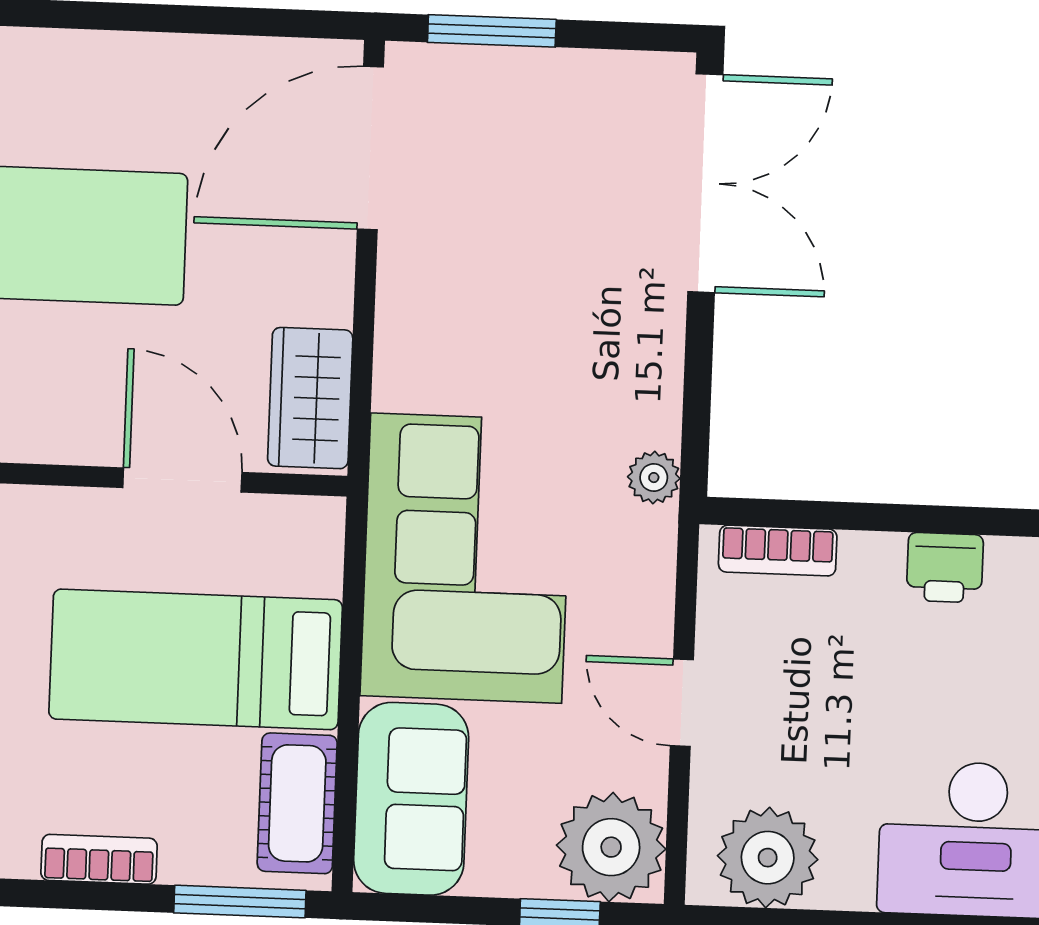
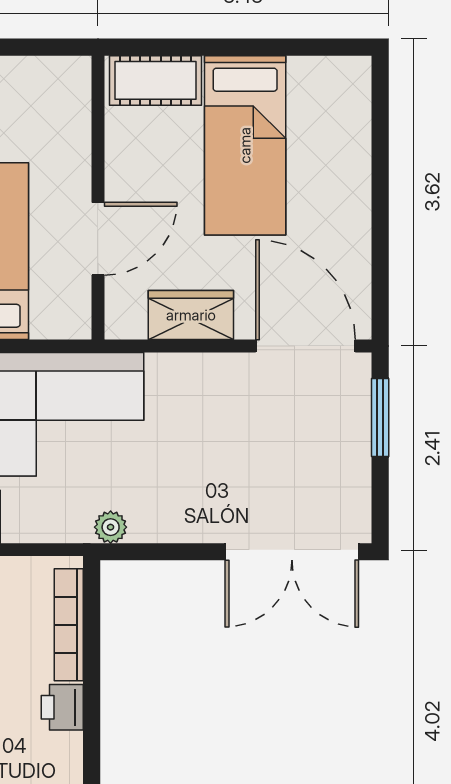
wardrobe: (310, 398) -> (191, 315), moved
bookcase: (778, 551) -> (69, 625), width x1.56

